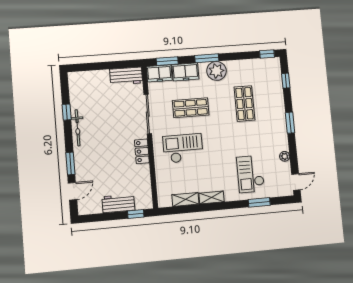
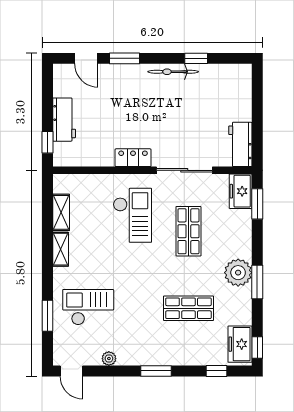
window: (207, 58) -> (257, 282), moved
freezer: (185, 72) -> (240, 344), moved

